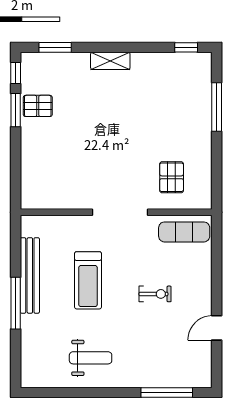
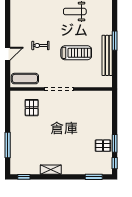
shelving: (110, 61) -> (51, 170), moved
treadmill: (88, 280) -> (76, 53), turned 90
window: (16, 303) -> (115, 41), width x0.69
door: (217, 328) -> (8, 54), moved

